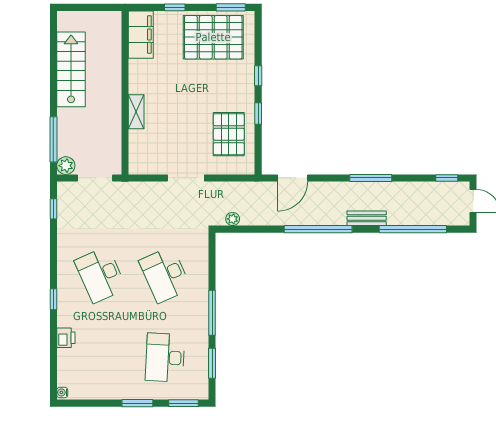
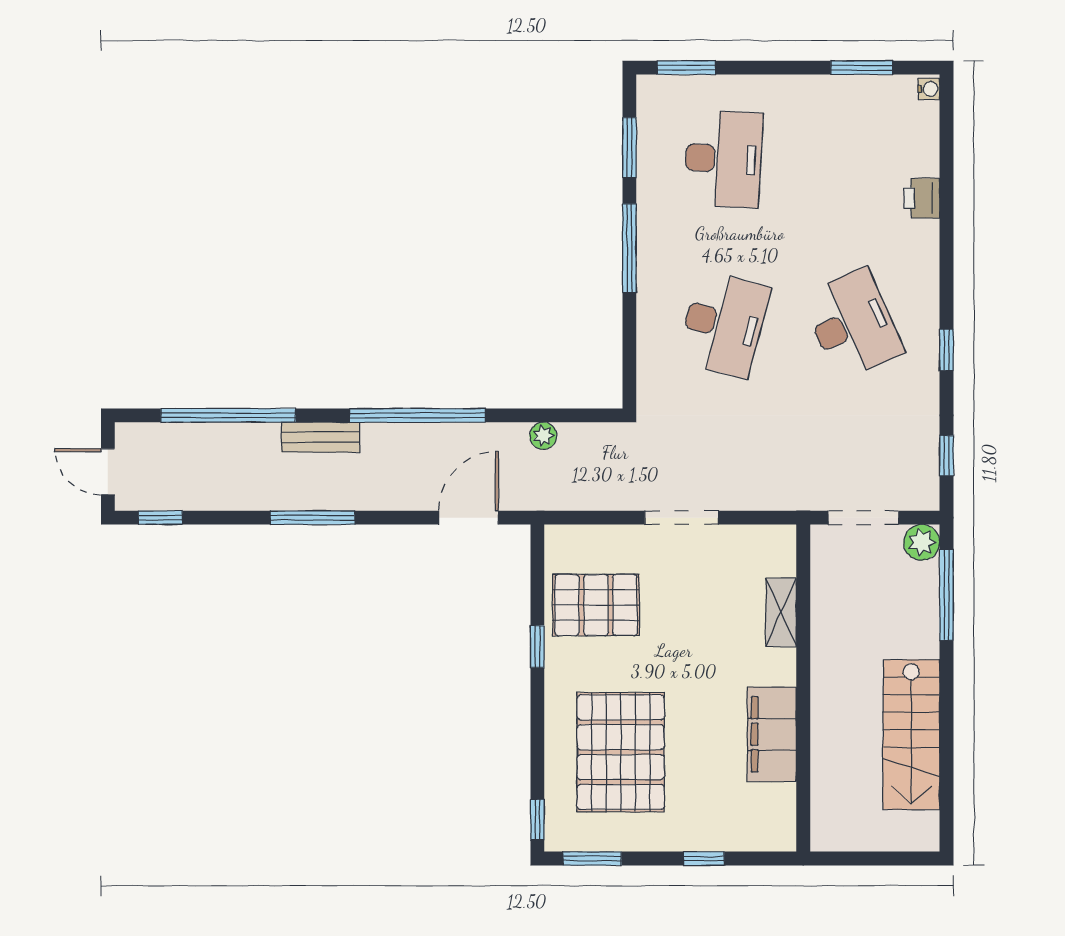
filing cabinet: (141, 35) -> (772, 734), moved
pallet: (213, 37) -> (621, 752), moved, turned 90
window: (258, 76) -> (537, 820), moved
shelving: (136, 112) -> (781, 612), moved
pallet: (229, 134) -> (596, 605), turned 90
plant: (233, 219) -> (543, 436), moved
desk: (165, 275) -> (723, 324), turned 39
window: (53, 299) -> (946, 350), moved
window: (137, 403) -> (862, 68), moved

